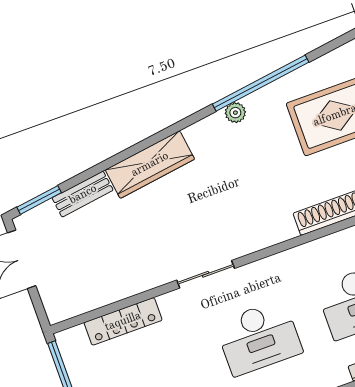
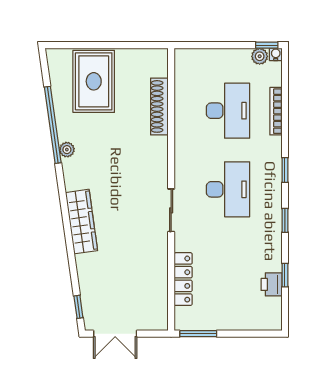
bench: (83, 194) -> (85, 275), removed
window: (39, 200) -> (78, 307), width x0.67

